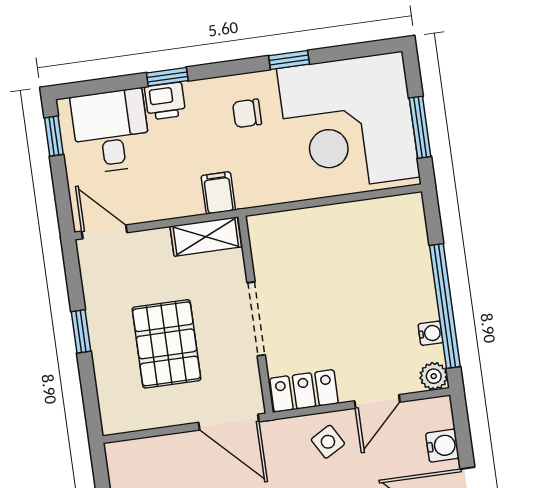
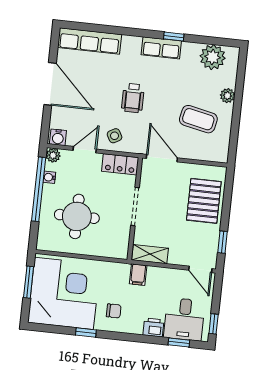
window: (167, 77) -> (179, 343), moved
round table: (360, 273) -> (77, 216), added
window: (81, 331) -> (222, 242), moved
pallet: (166, 344) -> (204, 201), moved
water cooler: (442, 446) -> (58, 137), moved, turned -90

